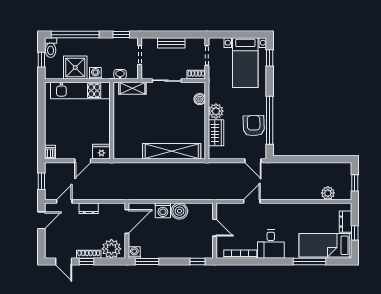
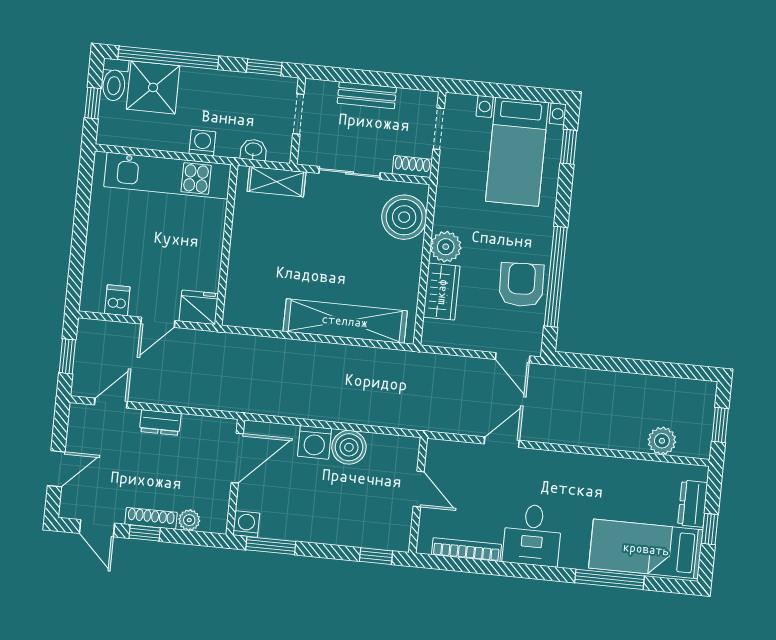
shower: (75, 67) -> (153, 87), moved
boiler: (200, 99) -> (404, 217), width x1.86, depth x1.86
dishwasher: (50, 152) -> (117, 300), moved
door: (41, 220) -> (56, 469), moved
plant: (111, 249) -> (189, 520), width x0.53, depth x0.53

